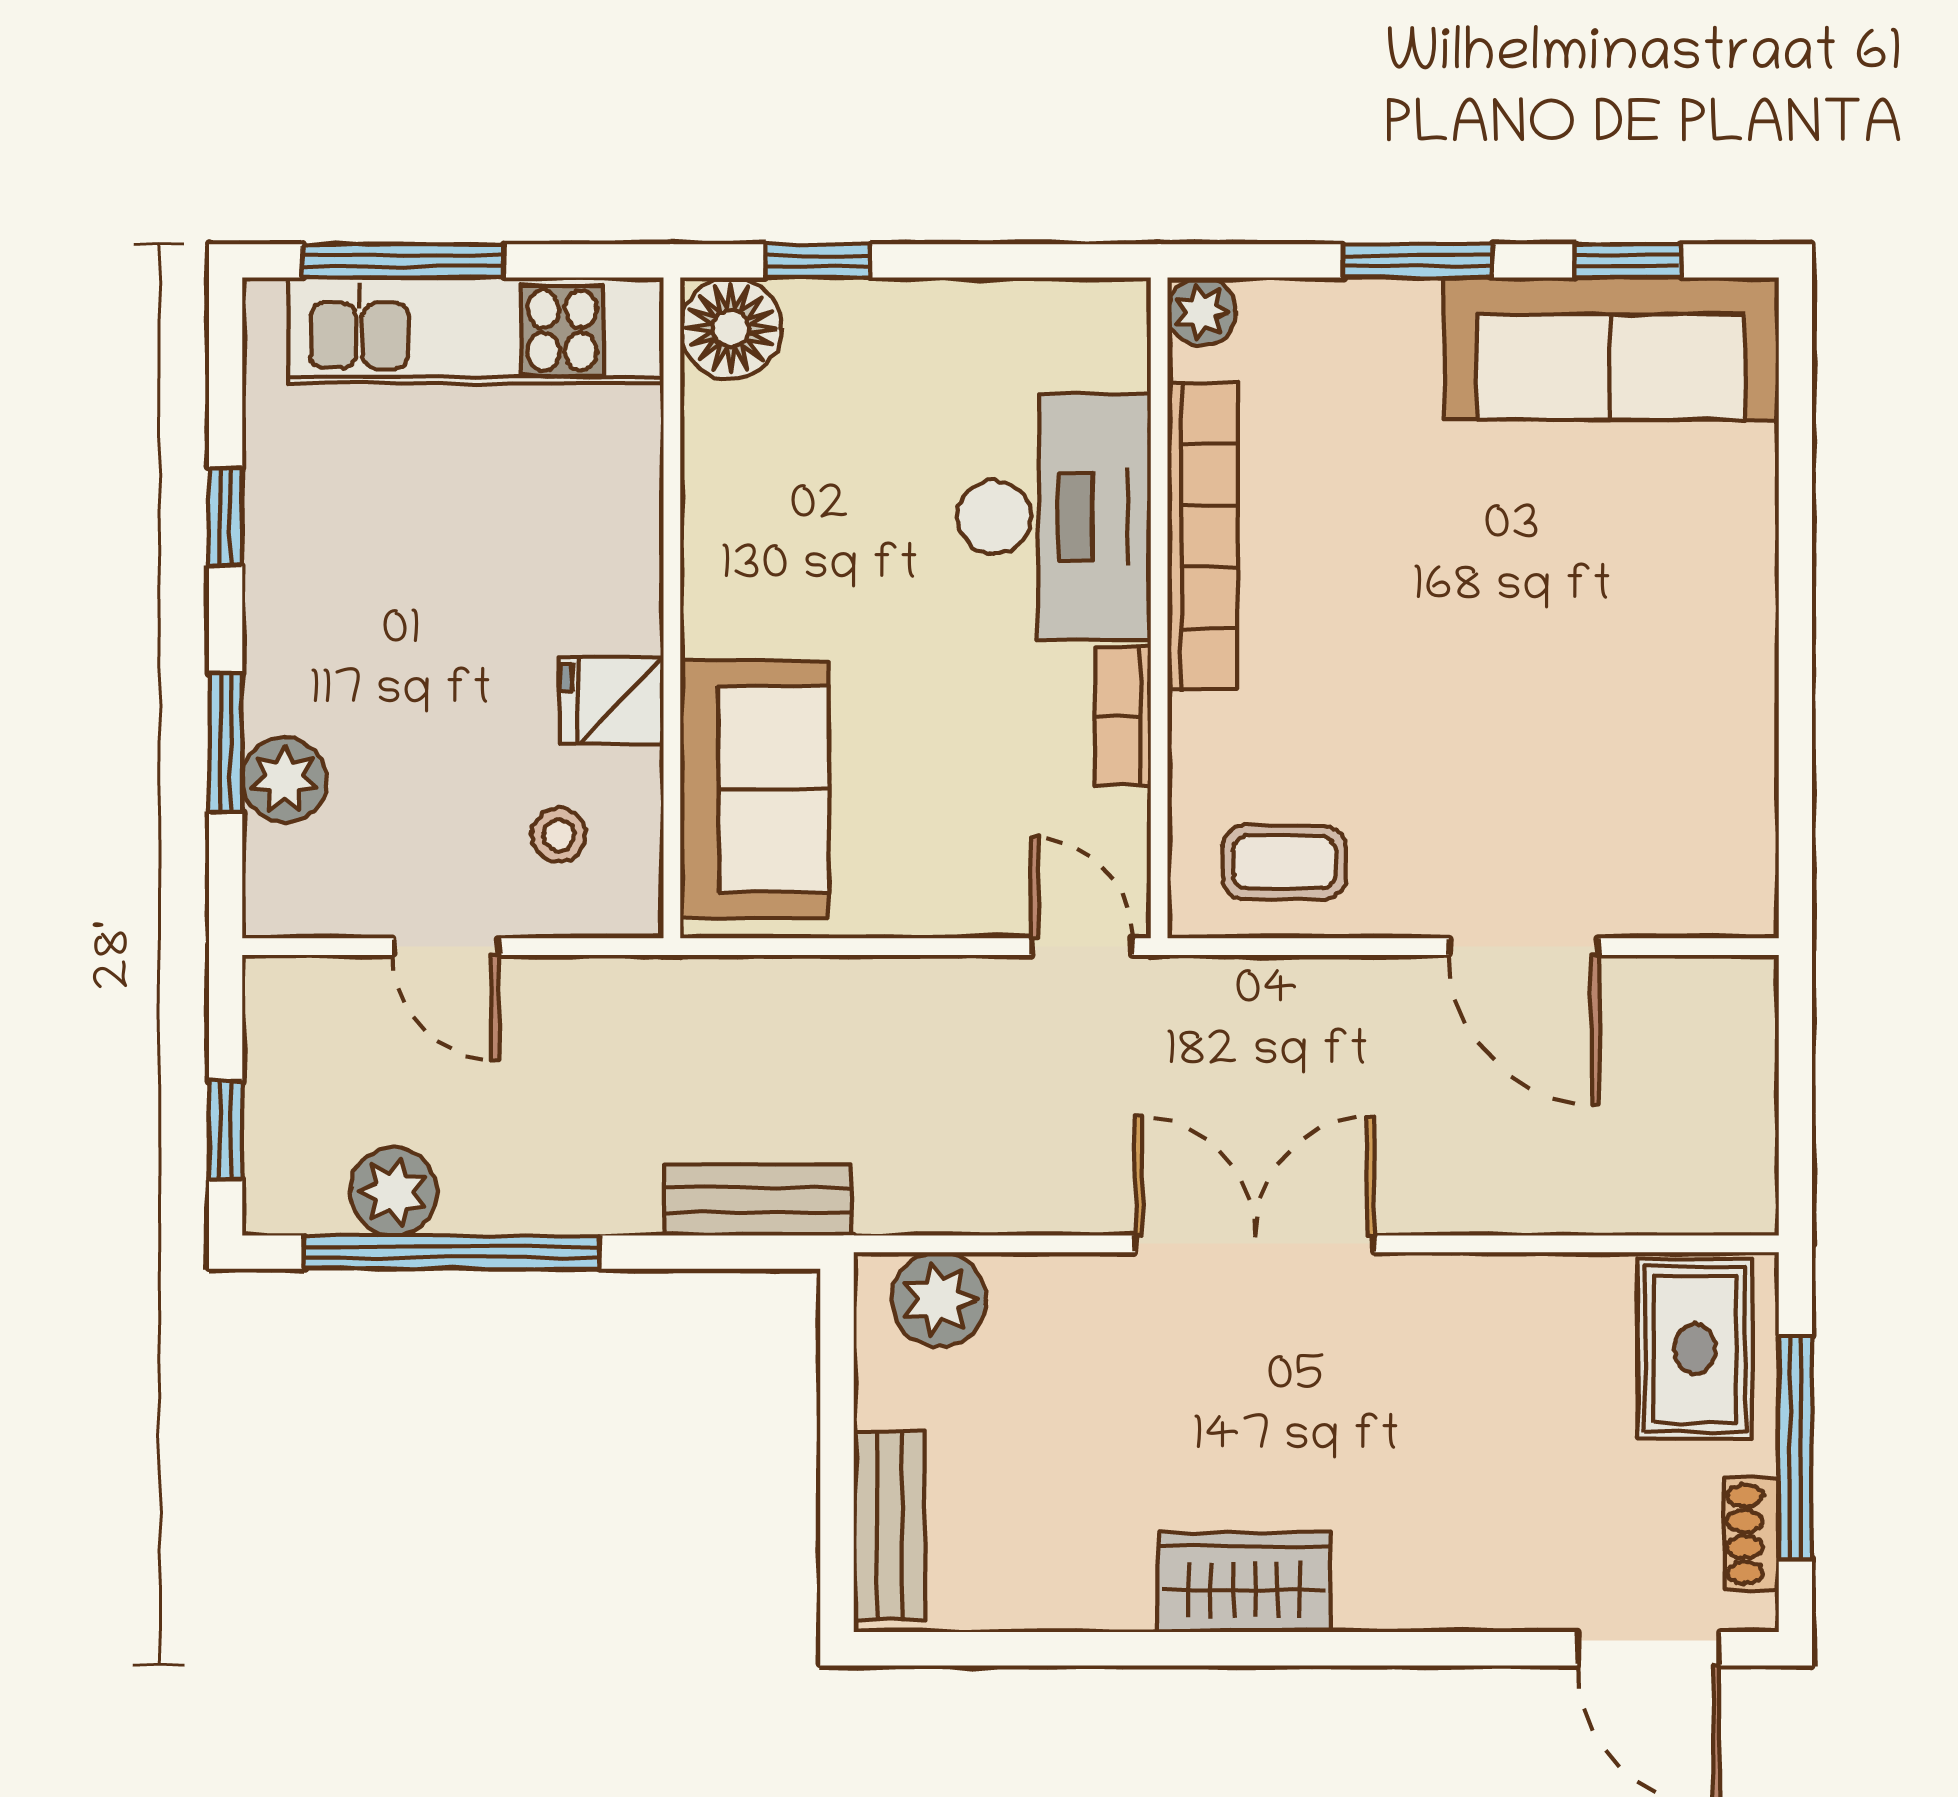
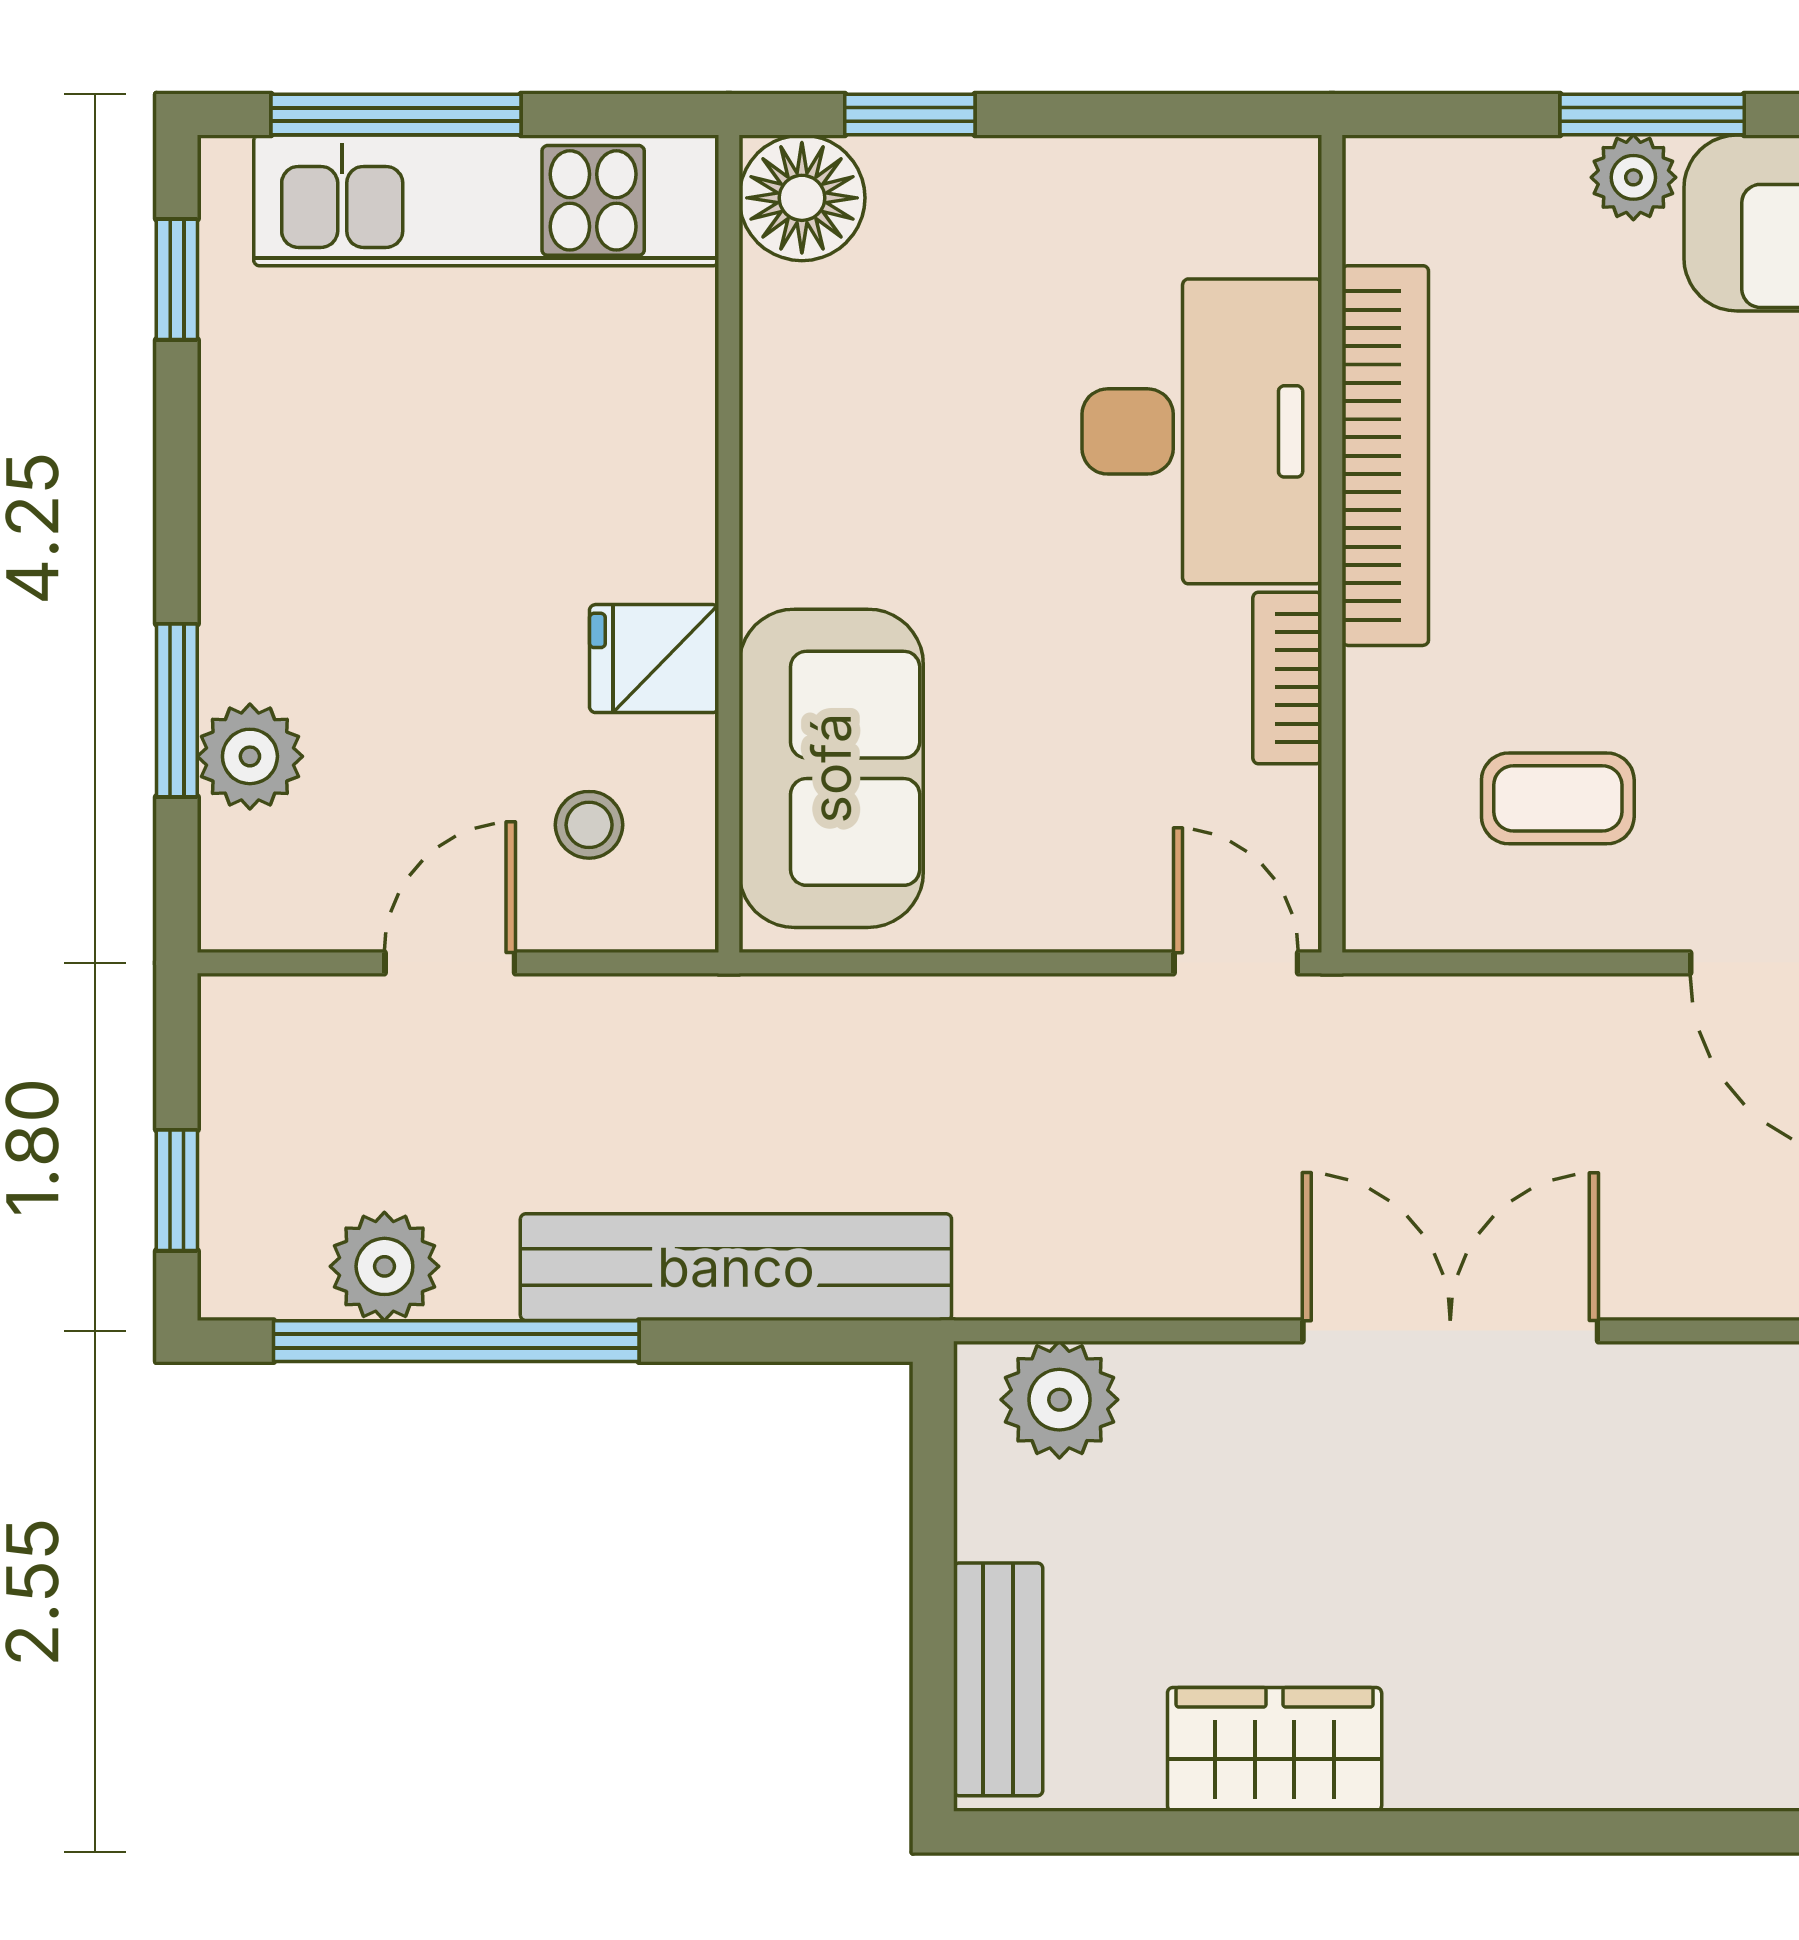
plant: (1202, 312) -> (1633, 177), moved
window: (226, 516) -> (177, 279), moved
coffee table: (1284, 862) -> (1558, 798), moved
door: (446, 947) -> (450, 963), swing flipped
bench: (758, 1200) -> (736, 1267), width x1.86, depth x1.21
wardrobe: (1244, 1582) -> (1275, 1749), moved

